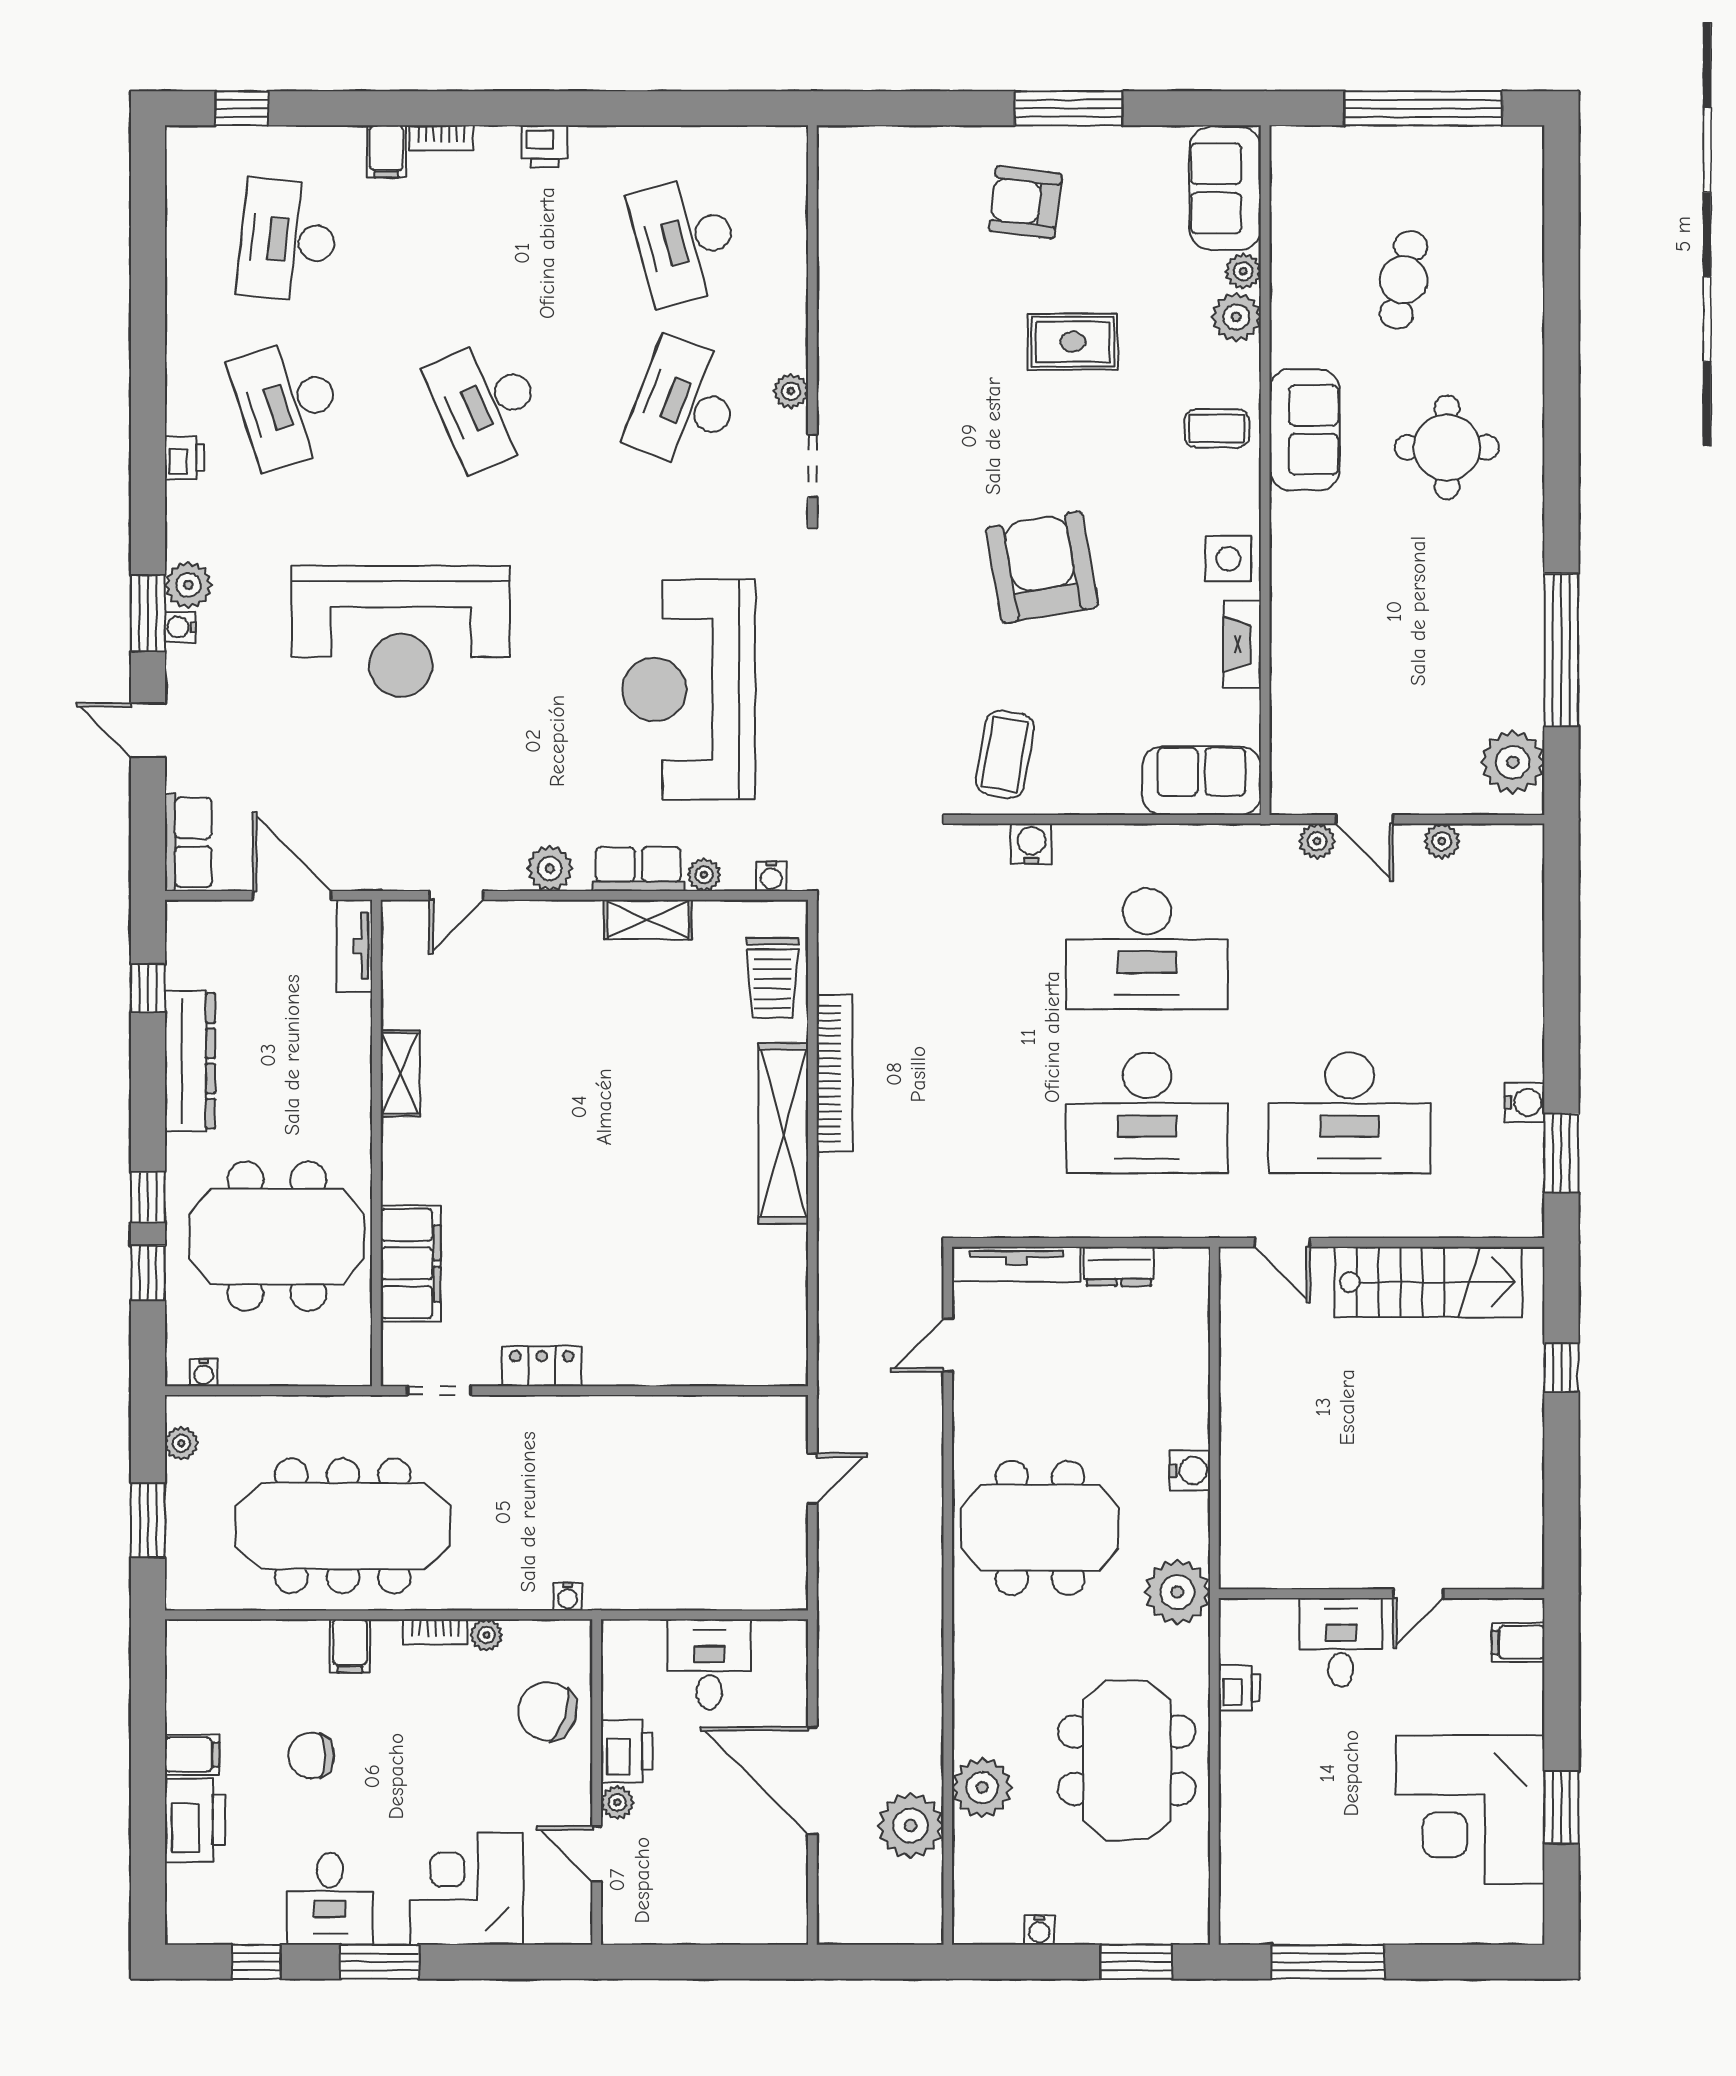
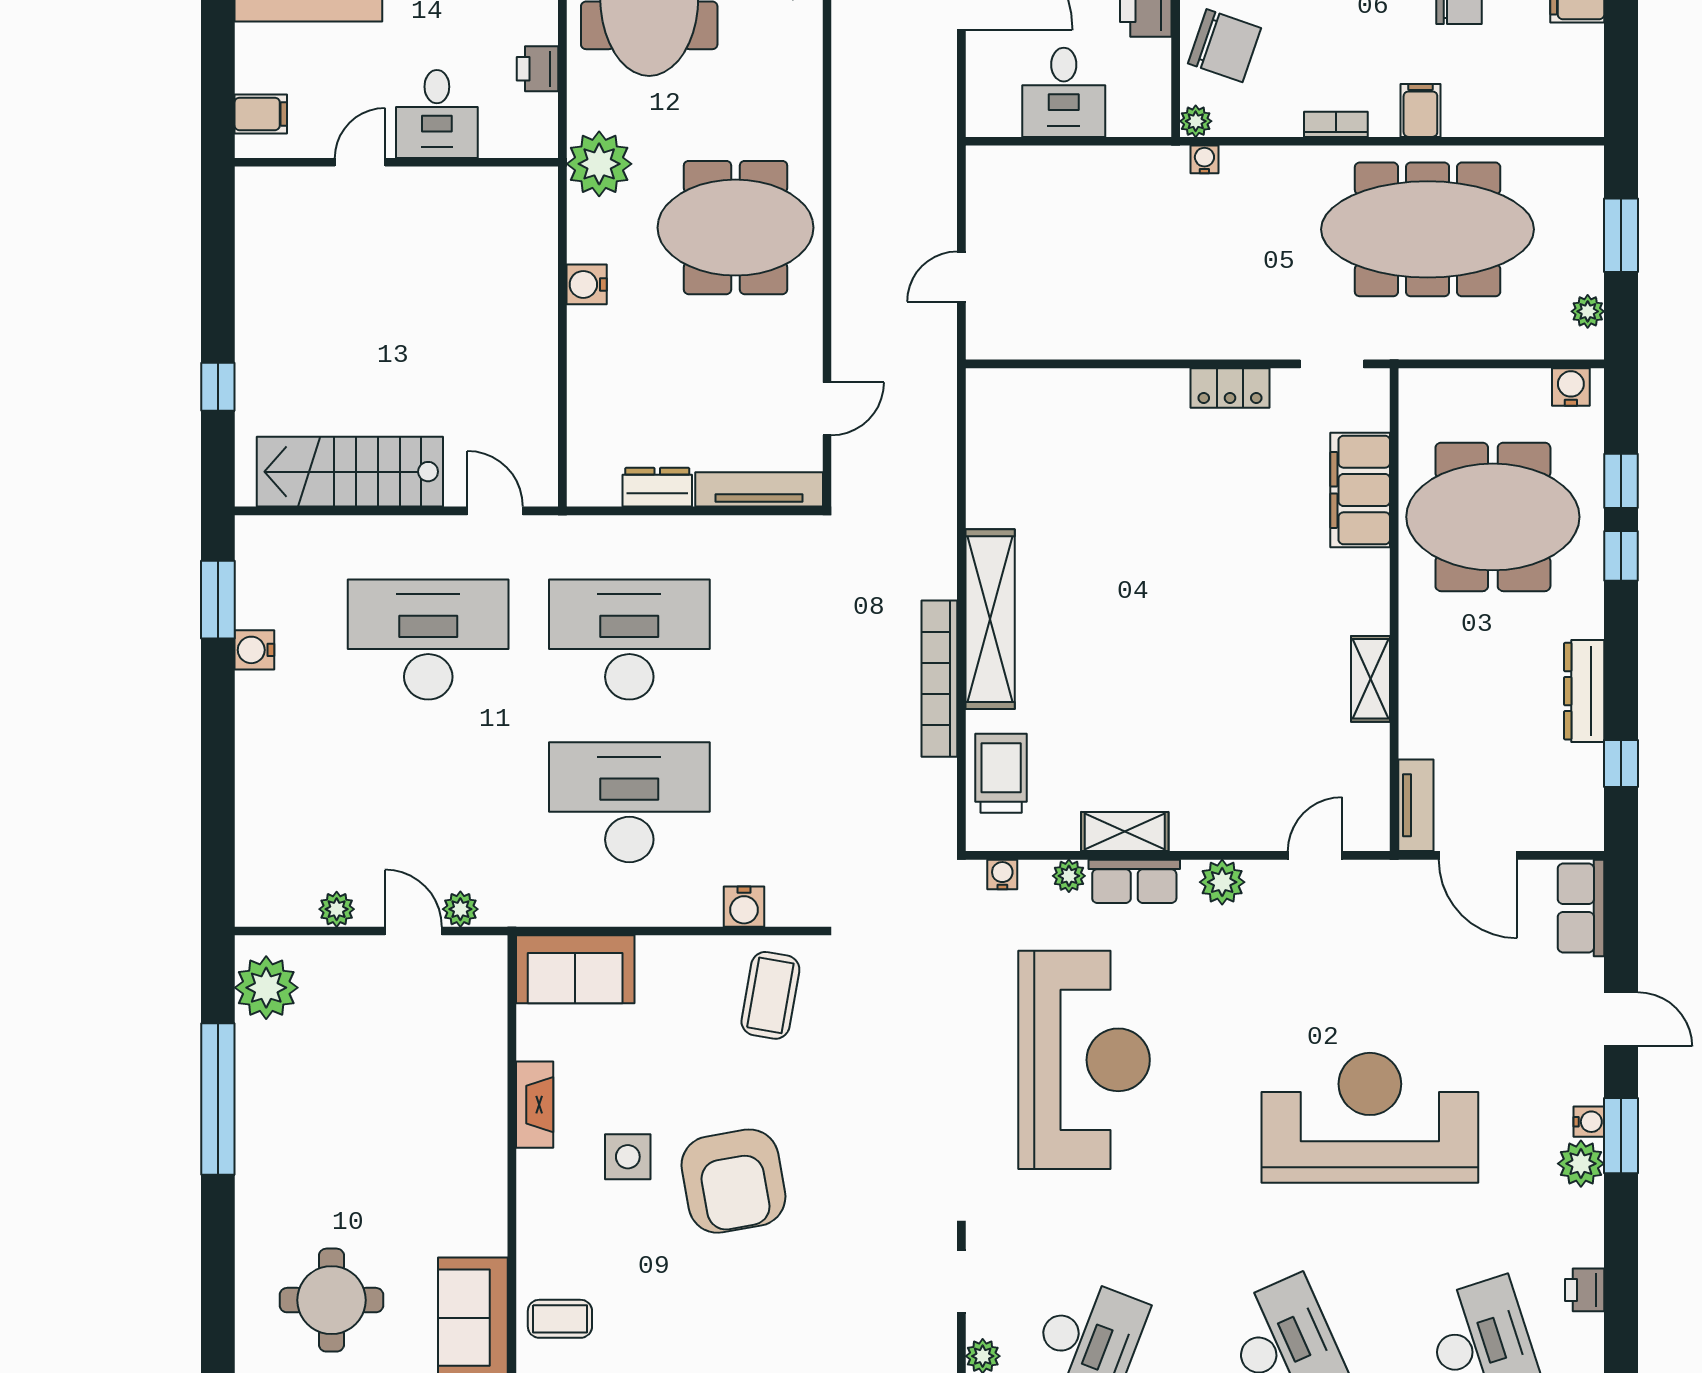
side table: (1228, 559) -> (628, 1157), moved
dresser: (190, 1061) -> (1584, 691), width x0.73, depth x0.80
water cooler: (204, 1373) -> (1571, 387), width x1.38, depth x1.38
plant: (486, 1635) -> (1196, 121), moved

